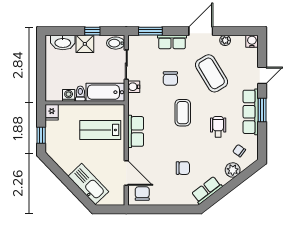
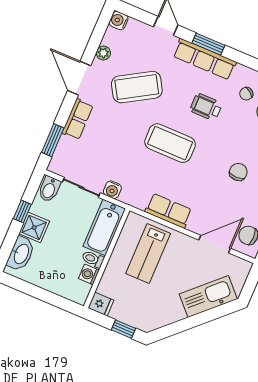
chair: (170, 78) -> (121, 140), removed
coffee table: (183, 113) -> (170, 143), width x1.36, depth x1.32

